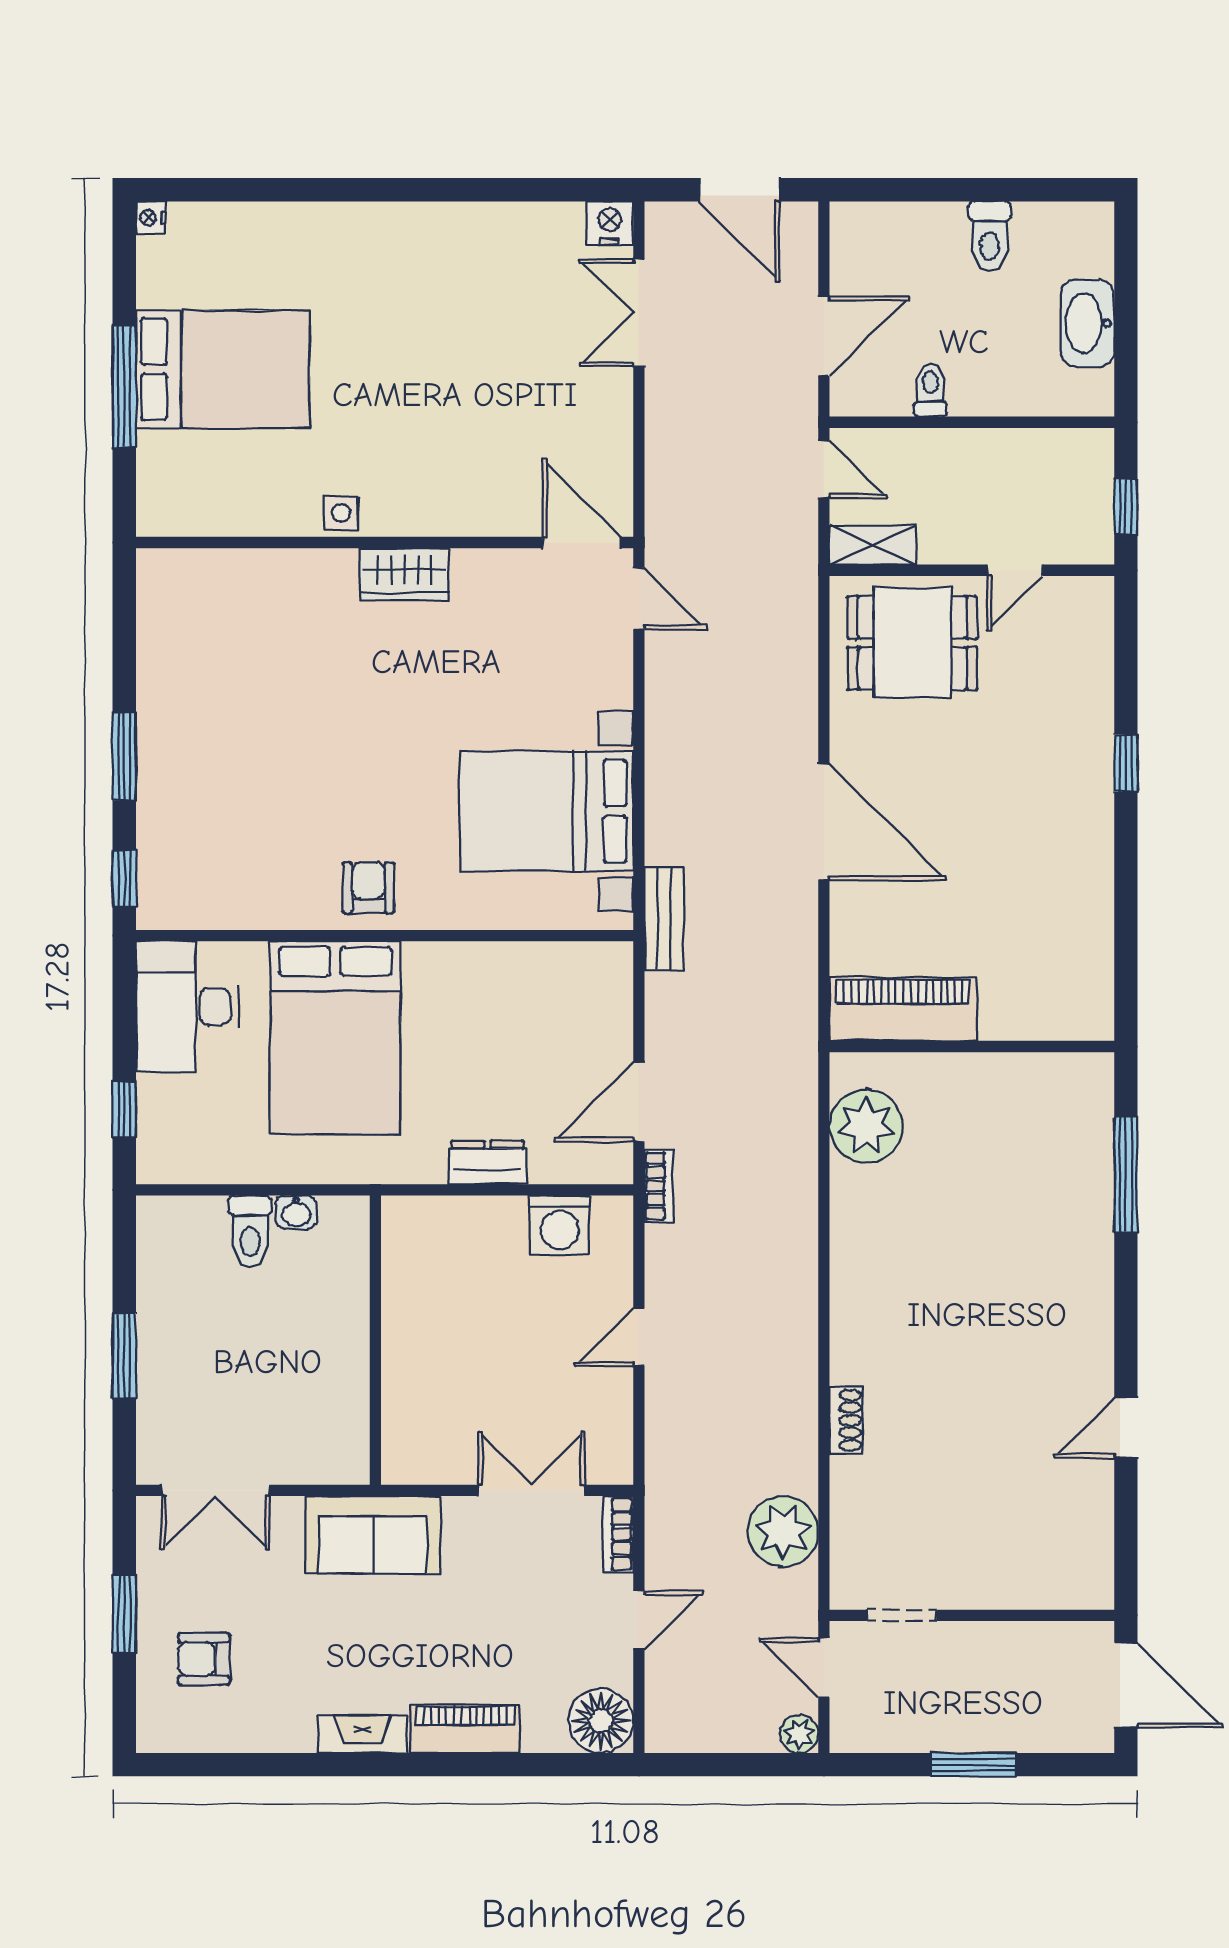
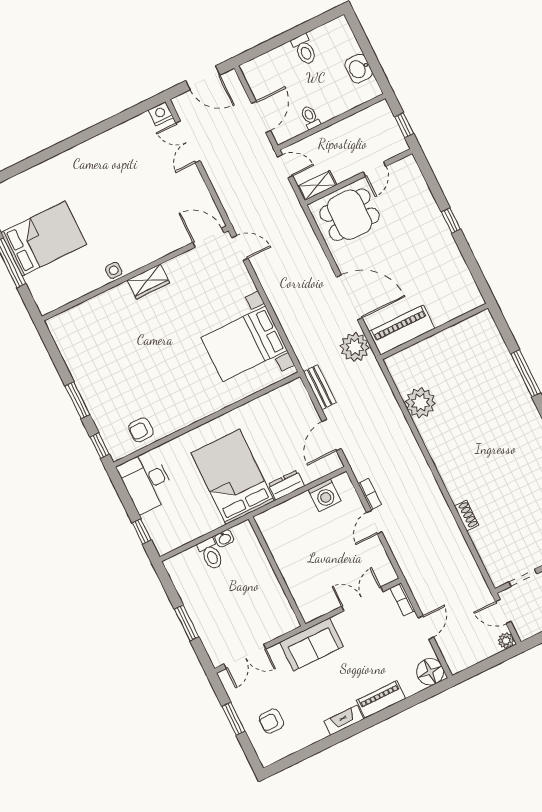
washbasin: (1087, 323) -> (359, 69), width x0.72
armchair: (369, 888) -> (141, 430), moved, turned -90
bench: (664, 919) -> (320, 387), moved
piano: (903, 1009) -> (402, 330), moved
bed: (335, 1038) -> (233, 477), moved, turned 180
wall: (972, 1047) -> (434, 331), moved
bookcase: (659, 1186) -> (370, 494), moved
plant: (783, 1531) -> (355, 347), moved

